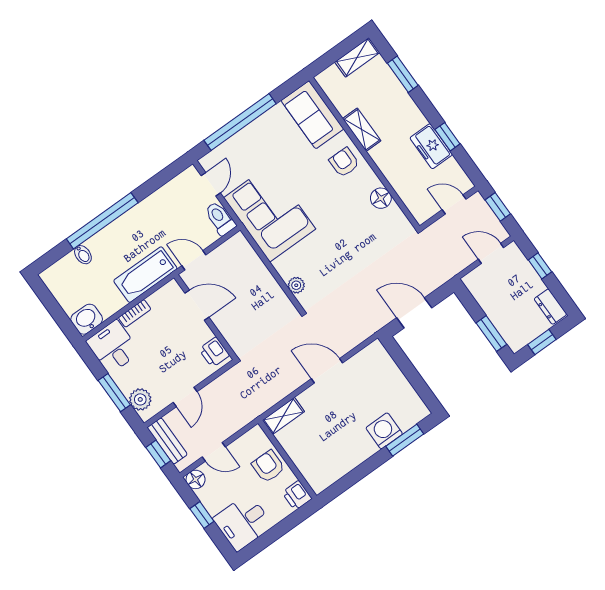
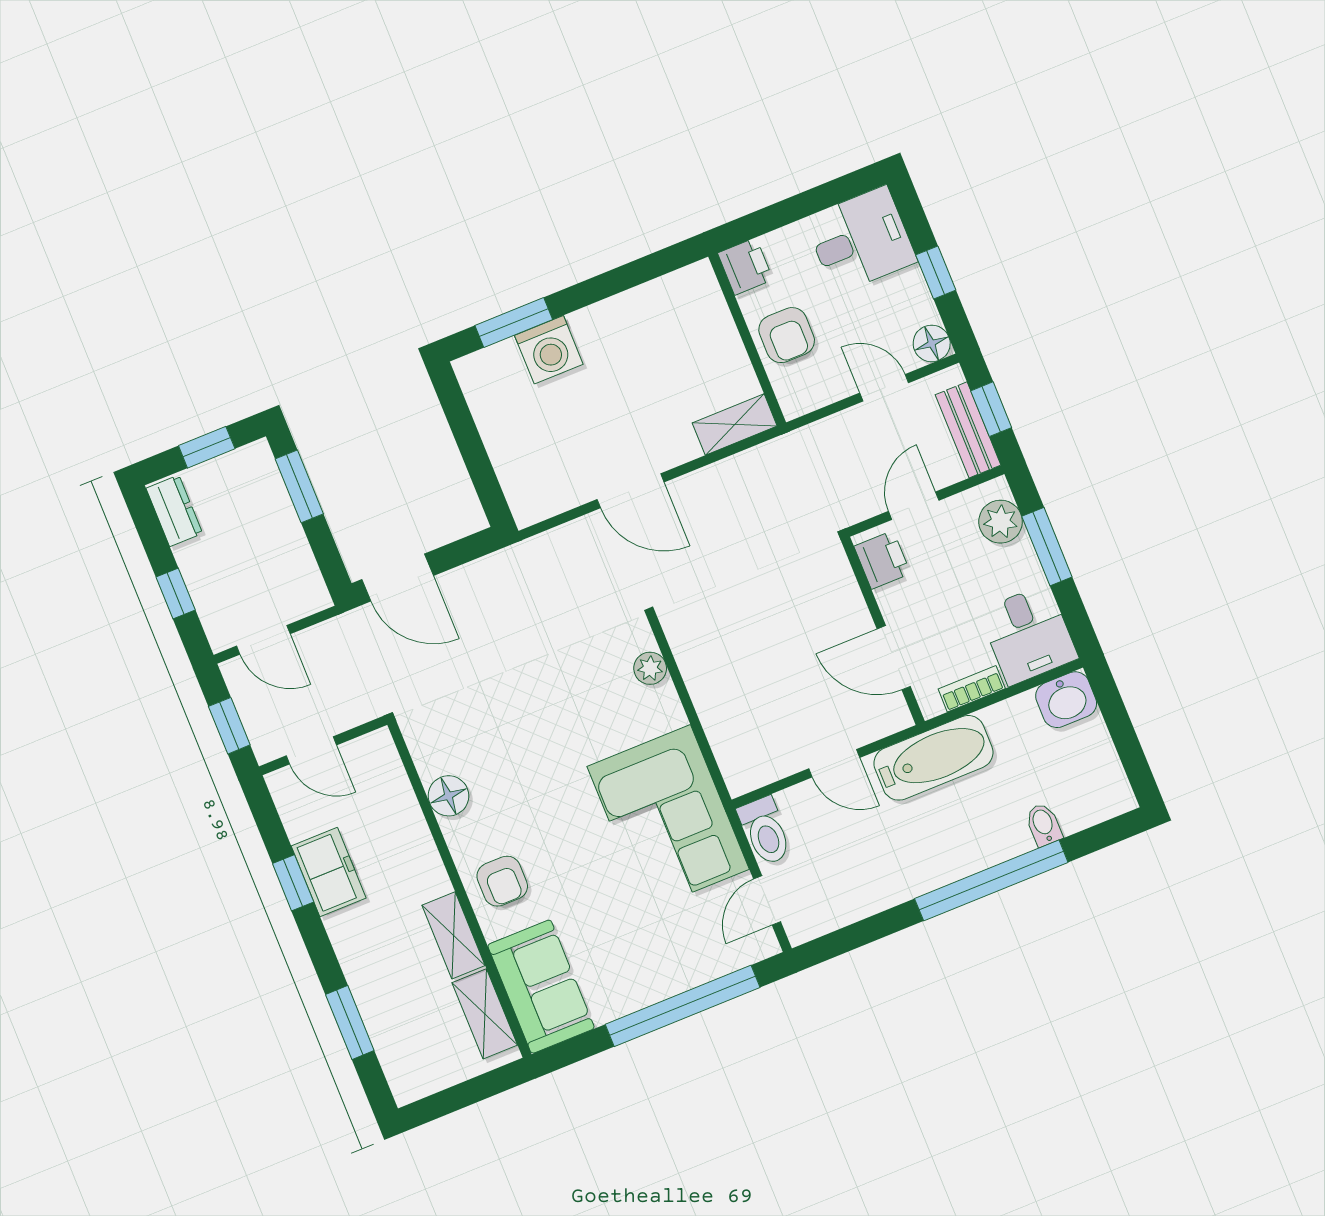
shelving: (357, 57) -> (485, 1014), moved, turned 90
door: (197, 305) -> (894, 658), moved
door: (414, 313) -> (398, 578), moved
wall: (205, 317) -> (883, 631), moved
printer: (214, 352) -> (882, 560), moved

